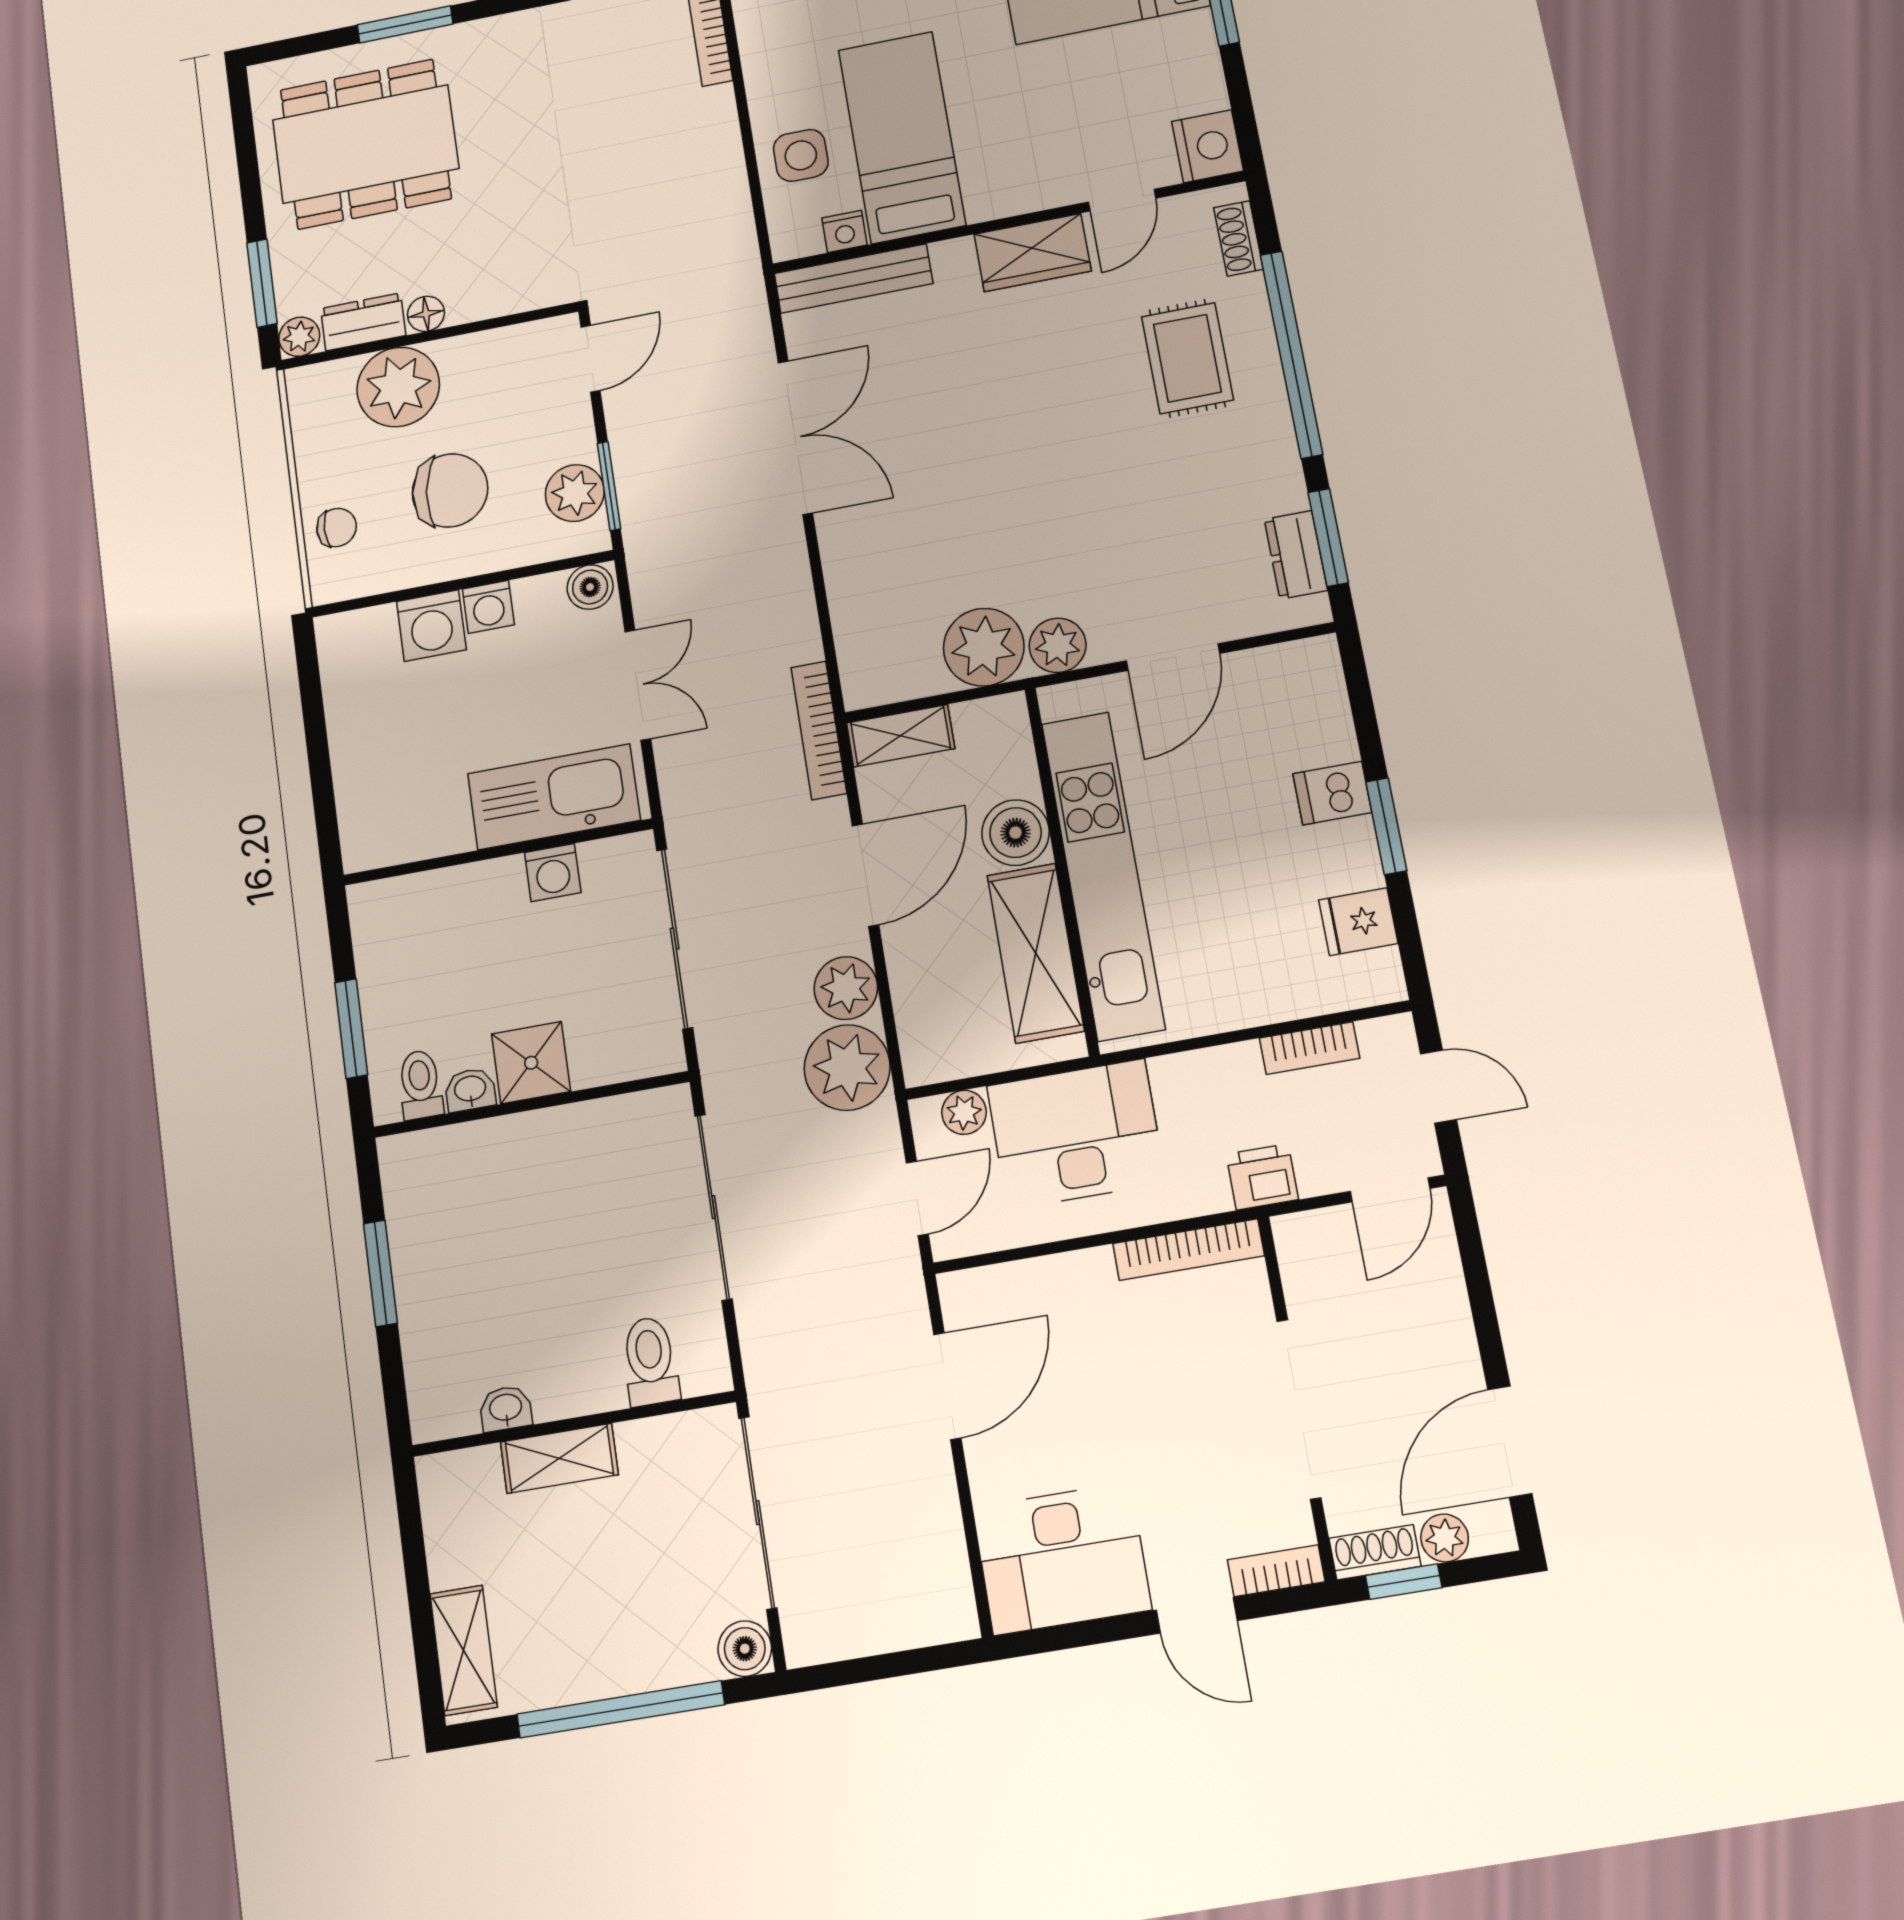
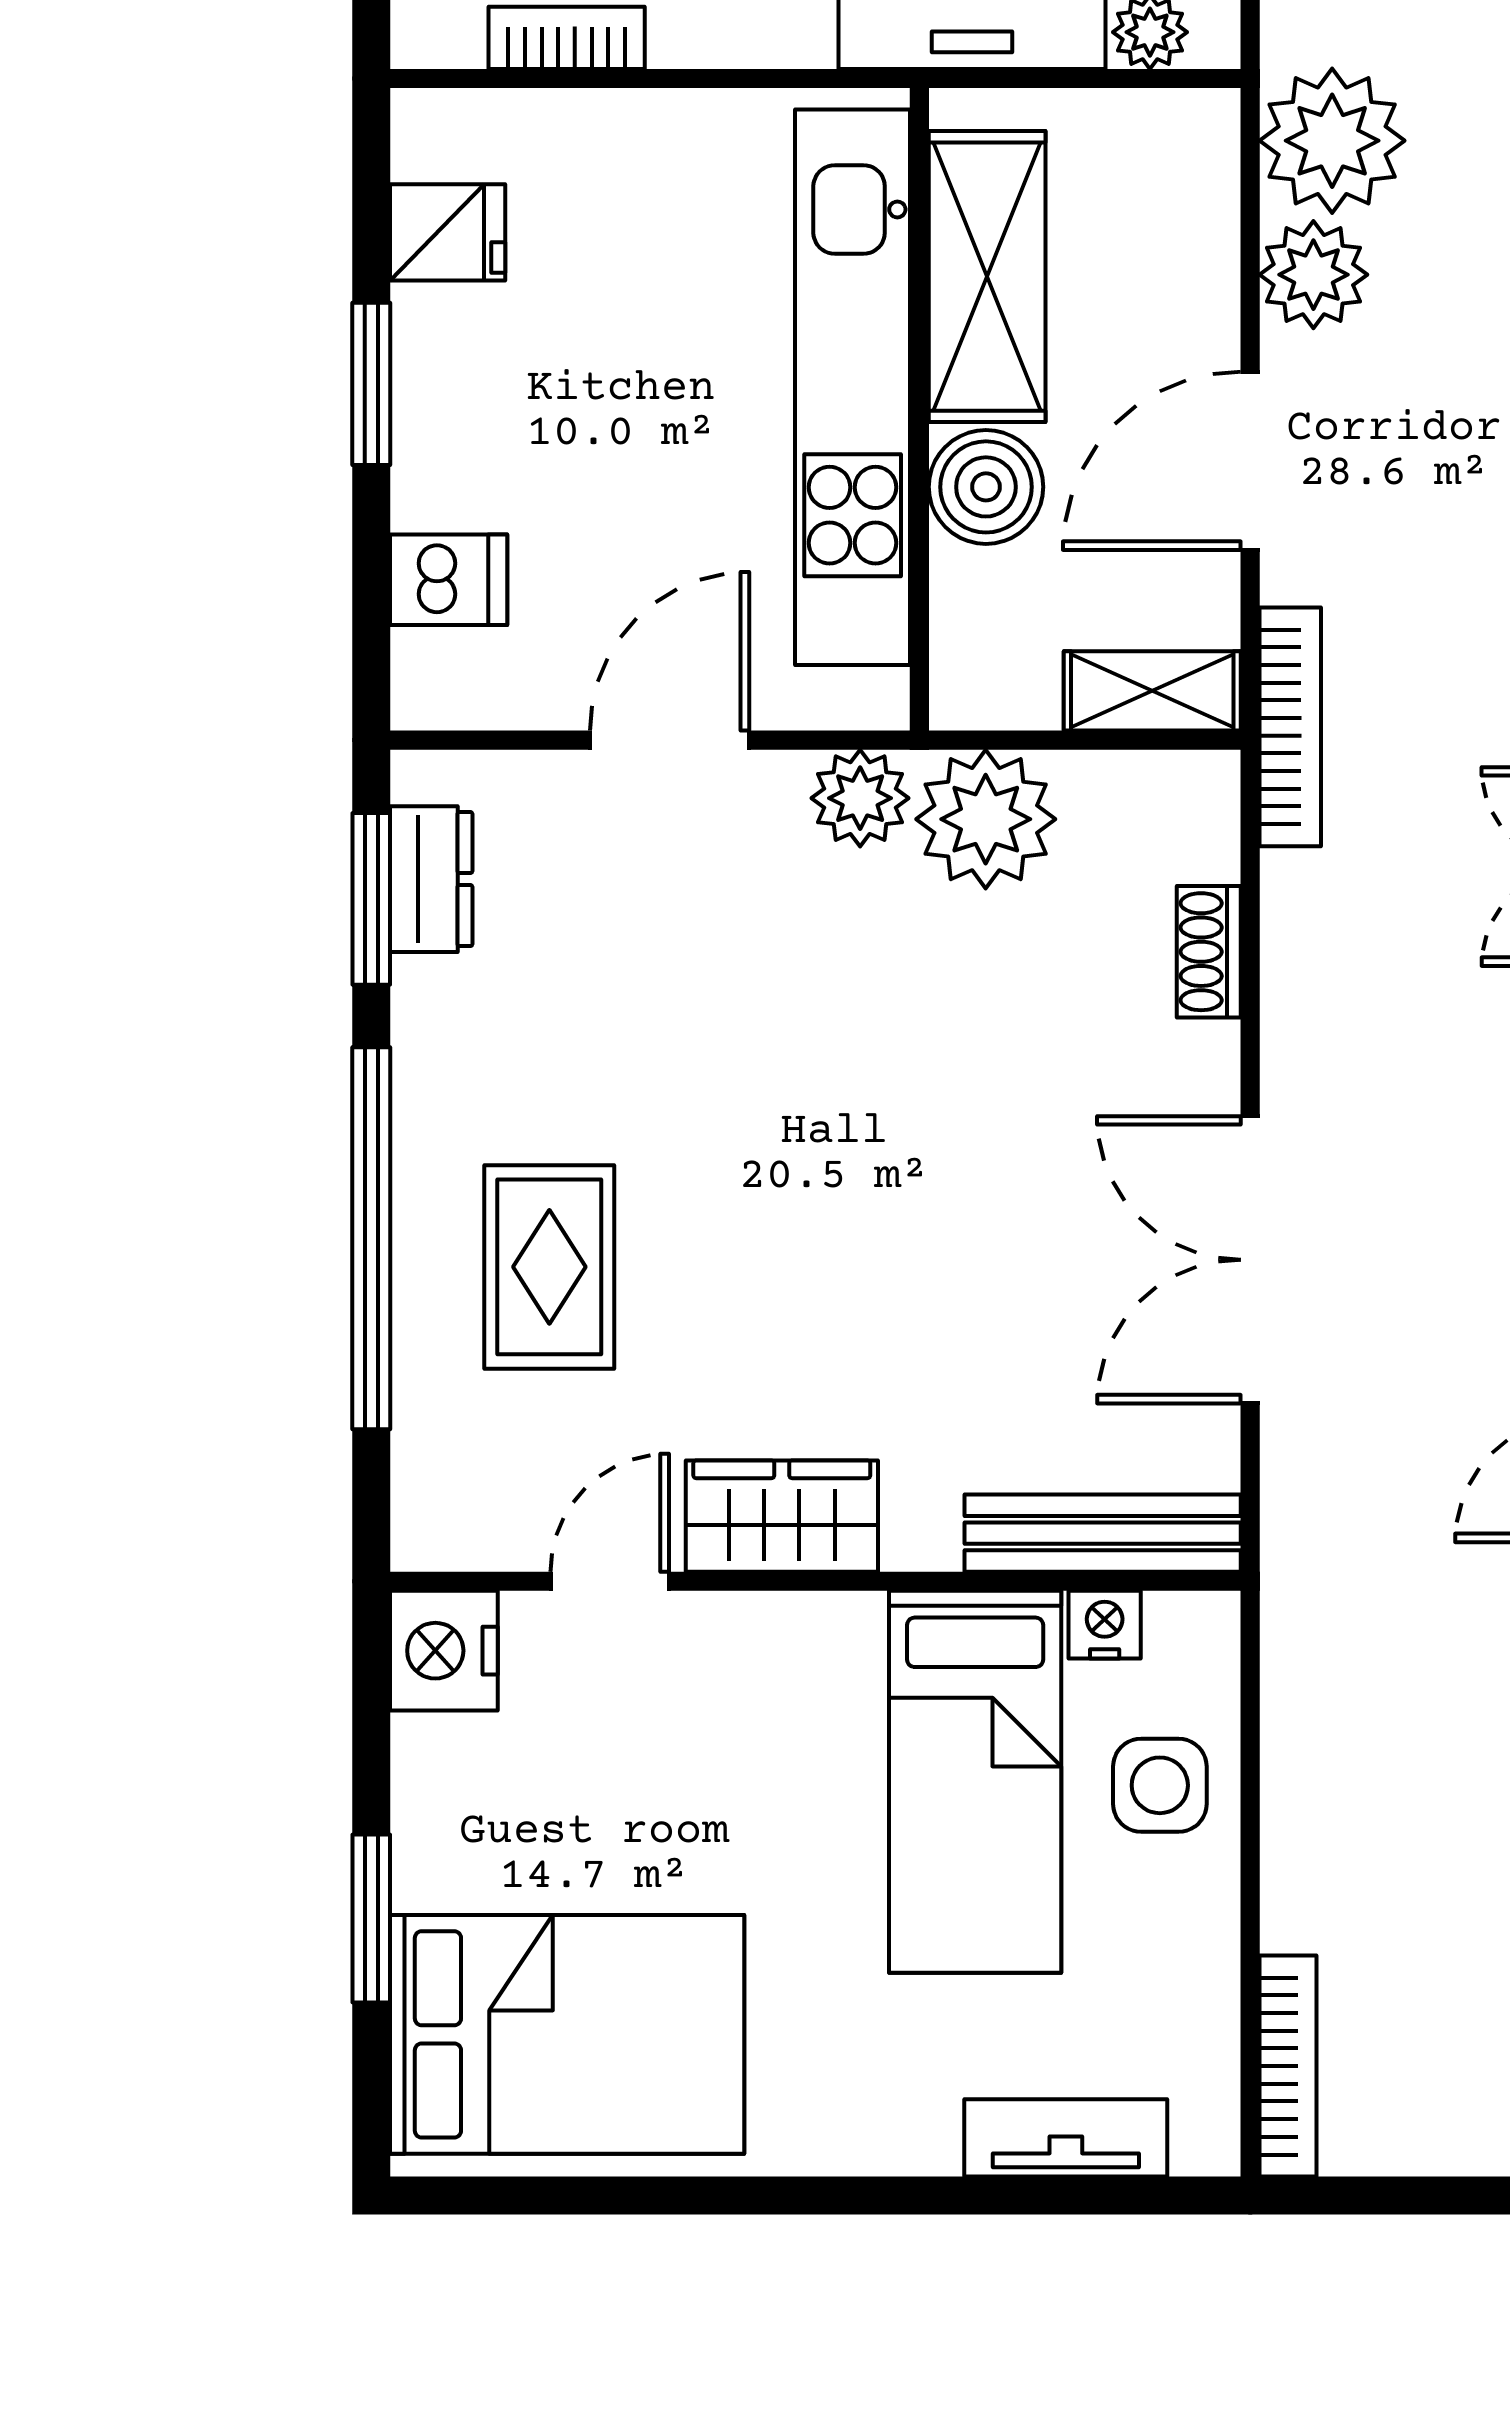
shoe rack: (1238, 238) -> (1209, 952), moved, turned 180
dishwasher: (1332, 793) -> (449, 580), moved

